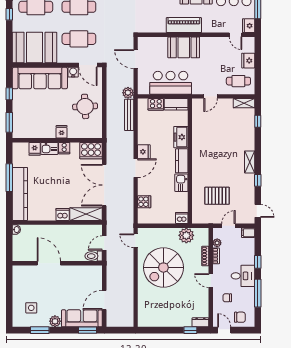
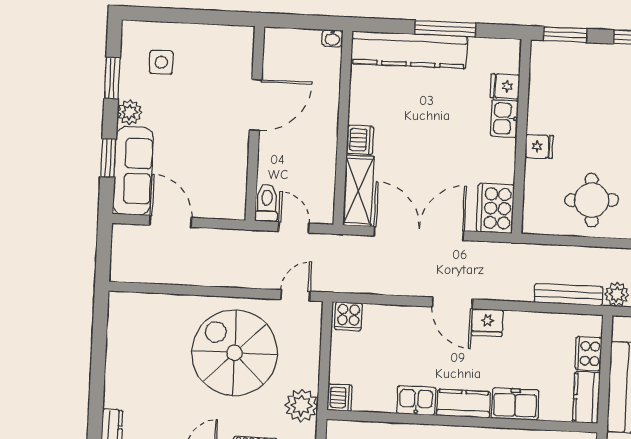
cooker: (64, 148) -> (504, 150), removed
cooker: (144, 202) -> (348, 316), moved
window: (87, 330) -> (108, 158), moved
window: (190, 330) -> (96, 404), removed

